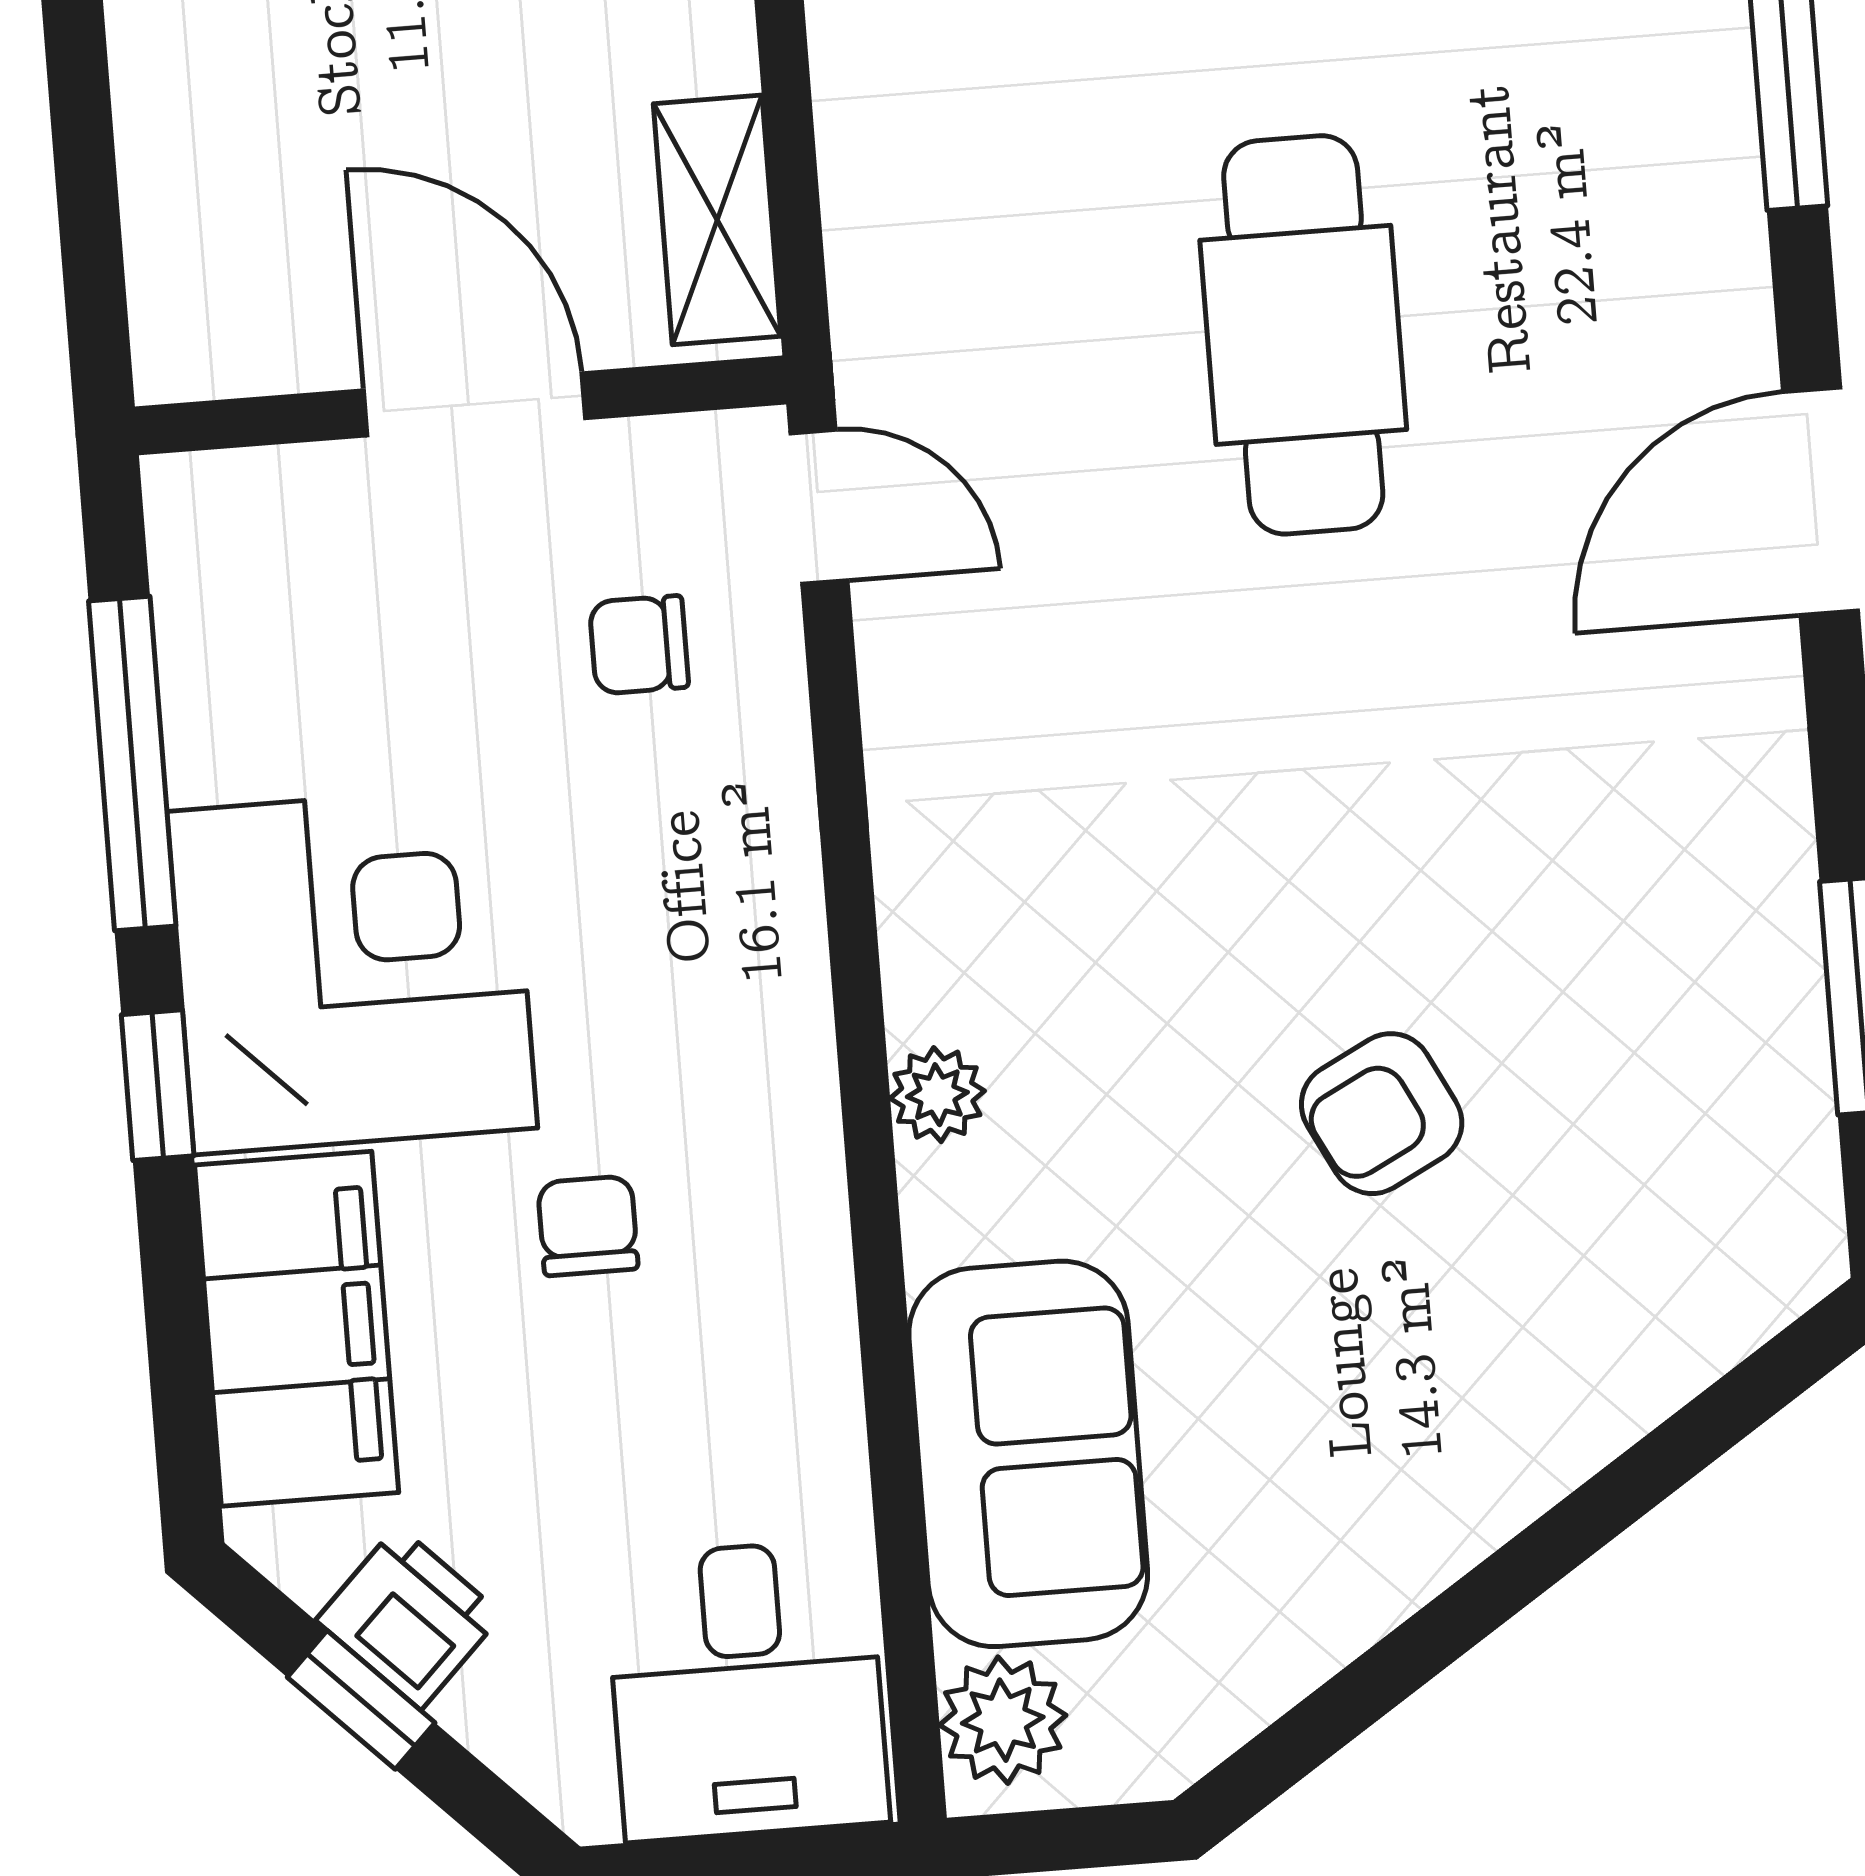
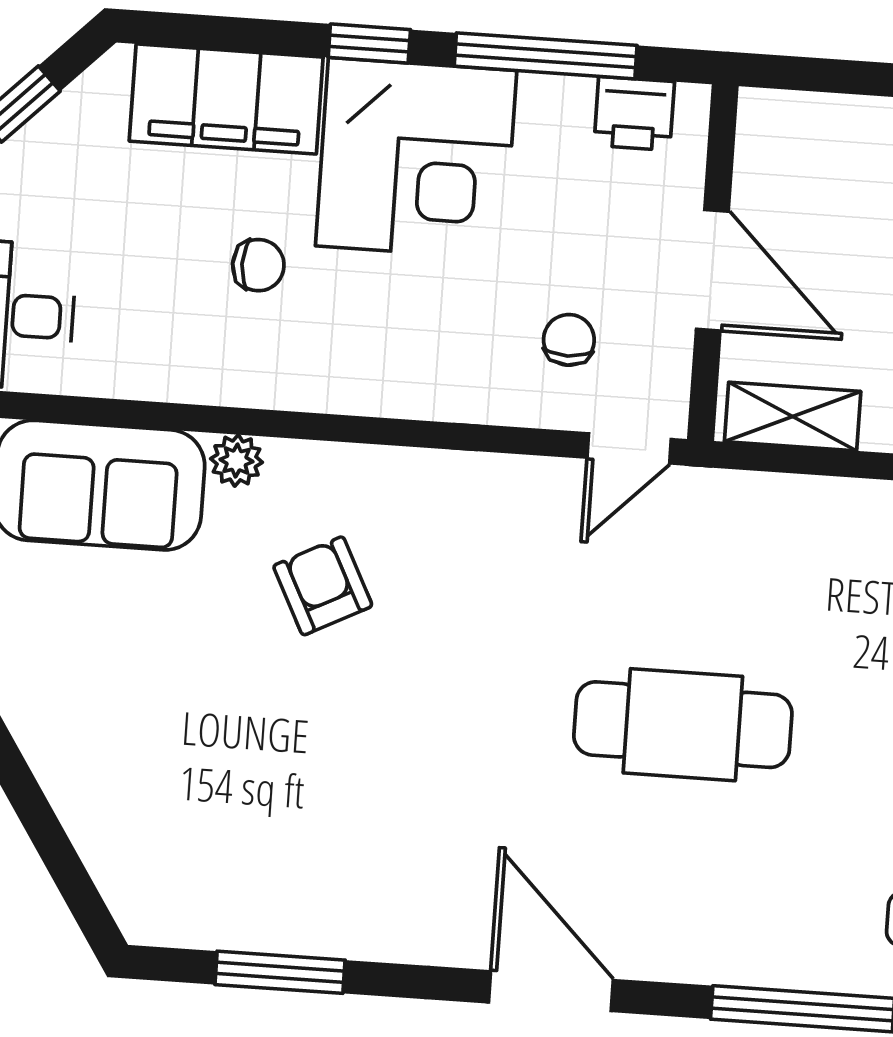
door: (475, 404) -> (712, 270), hinge flipped
plant: (937, 1095) -> (237, 460), moved
armchair: (1382, 1114) -> (323, 586), moved
printer: (409, 1617) -> (634, 113), moved, turned 45

